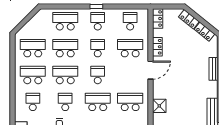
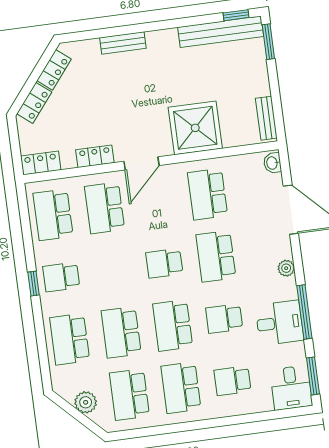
school desk: (130, 21) -> (53, 215), width x1.85
plant: (32, 25) -> (86, 402), added
school desk: (98, 48) -> (113, 270), removed
door: (150, 70) -> (141, 163), swing flipped
shower: (159, 106) -> (195, 128), width x1.86, depth x1.86

